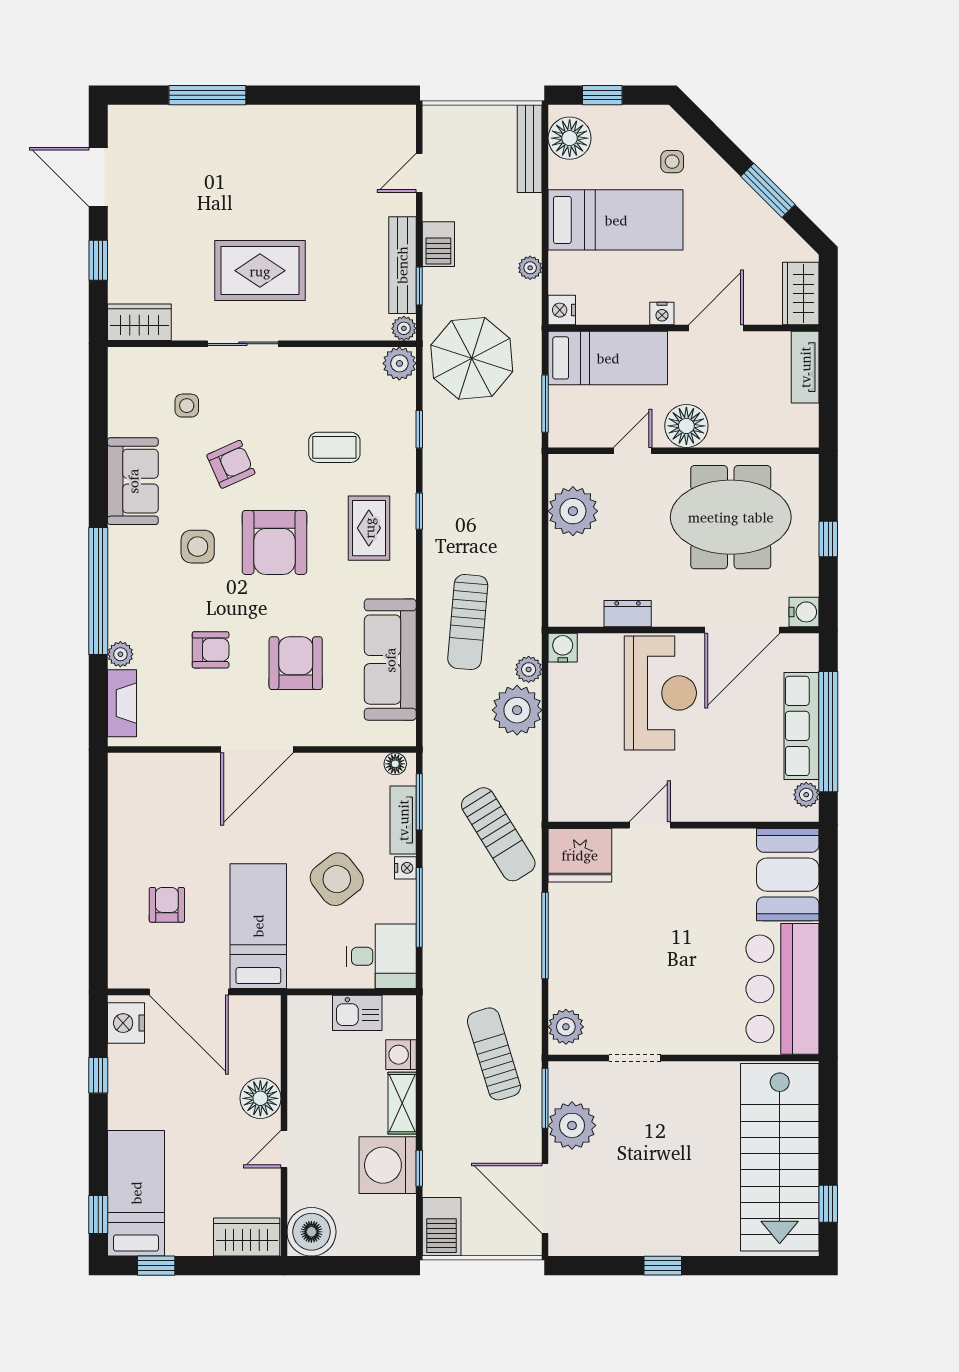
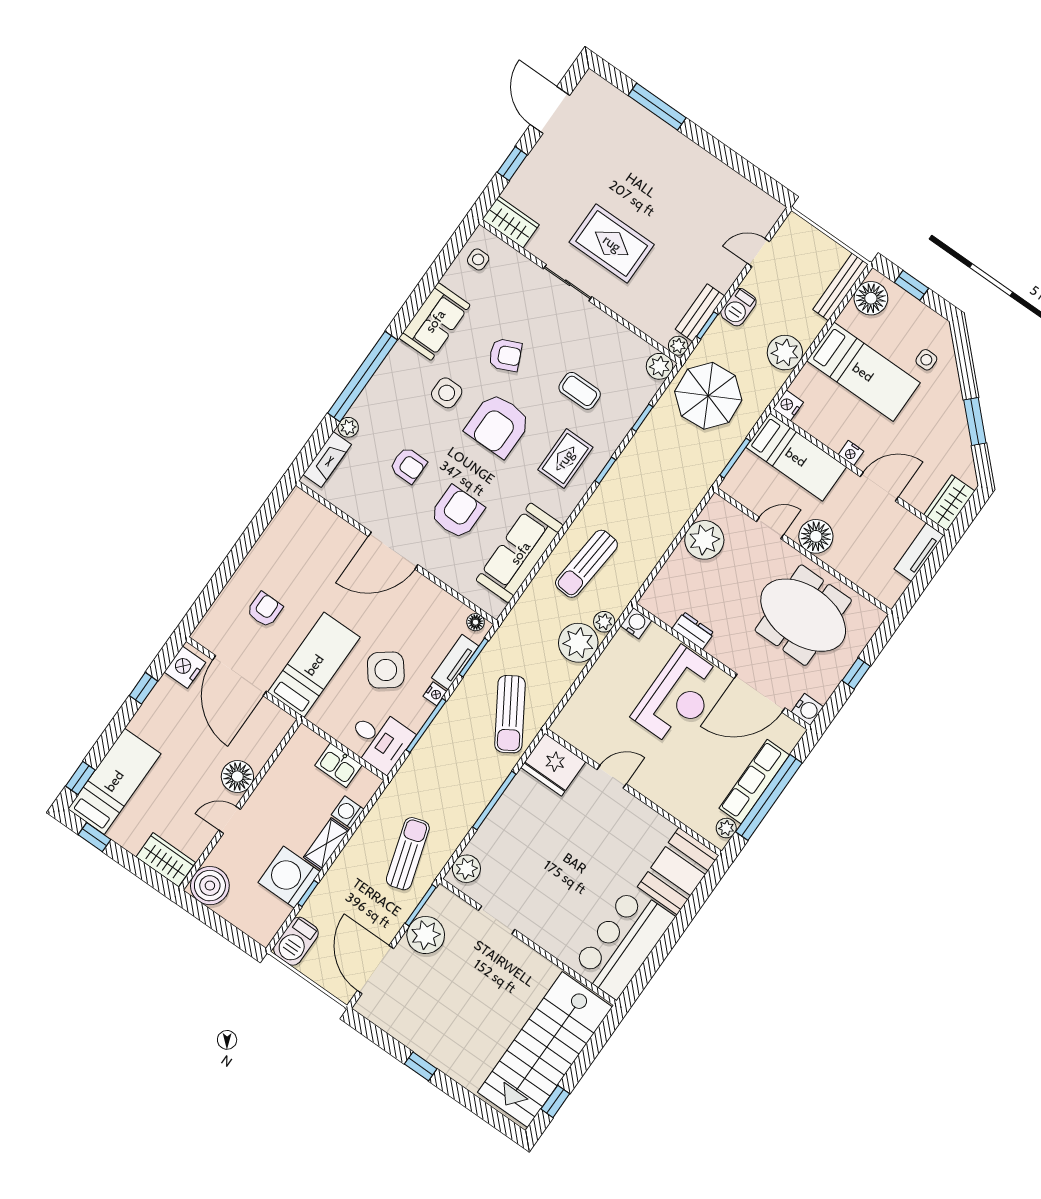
bench: (402, 265) -> (700, 313), width x0.73
plant: (530, 268) -> (785, 353), width x1.88, depth x1.88
side table: (187, 406) -> (478, 259), moved

